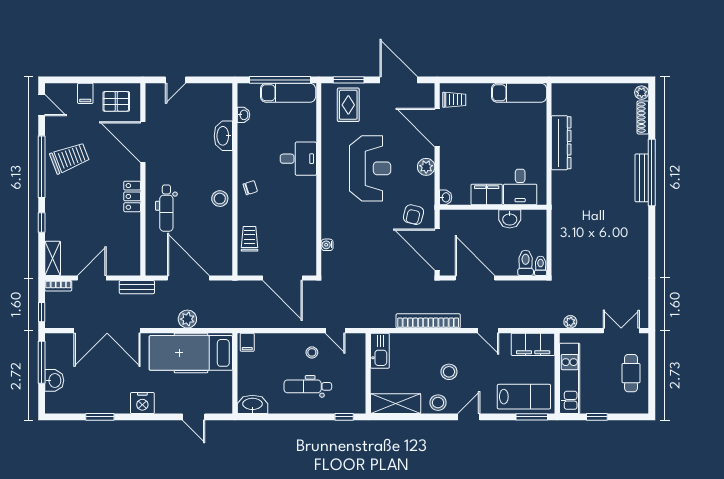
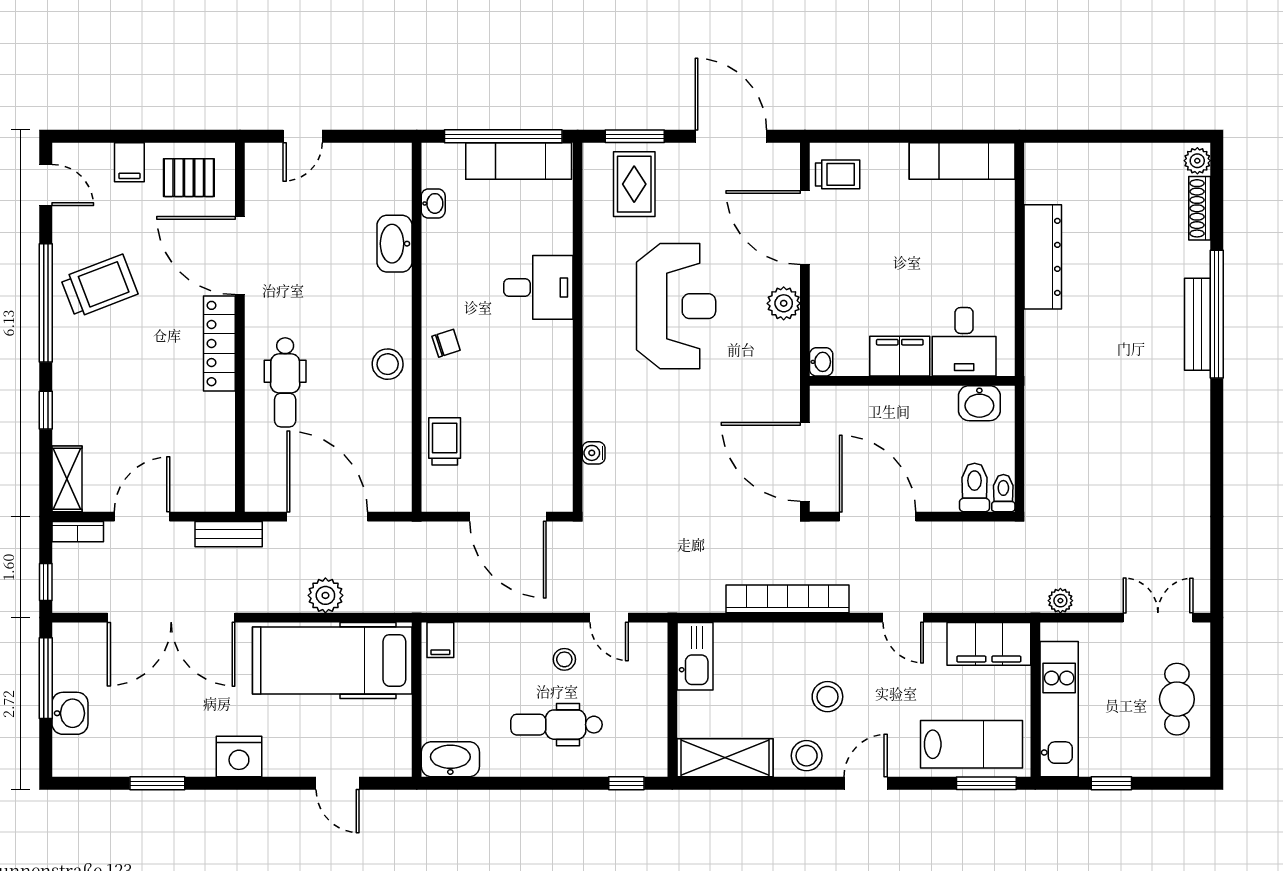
locker: (132, 196) -> (219, 344), width x1.53
armchair: (413, 215) -> (759, 395), removed
washbasin: (510, 219) -> (979, 403), moved

